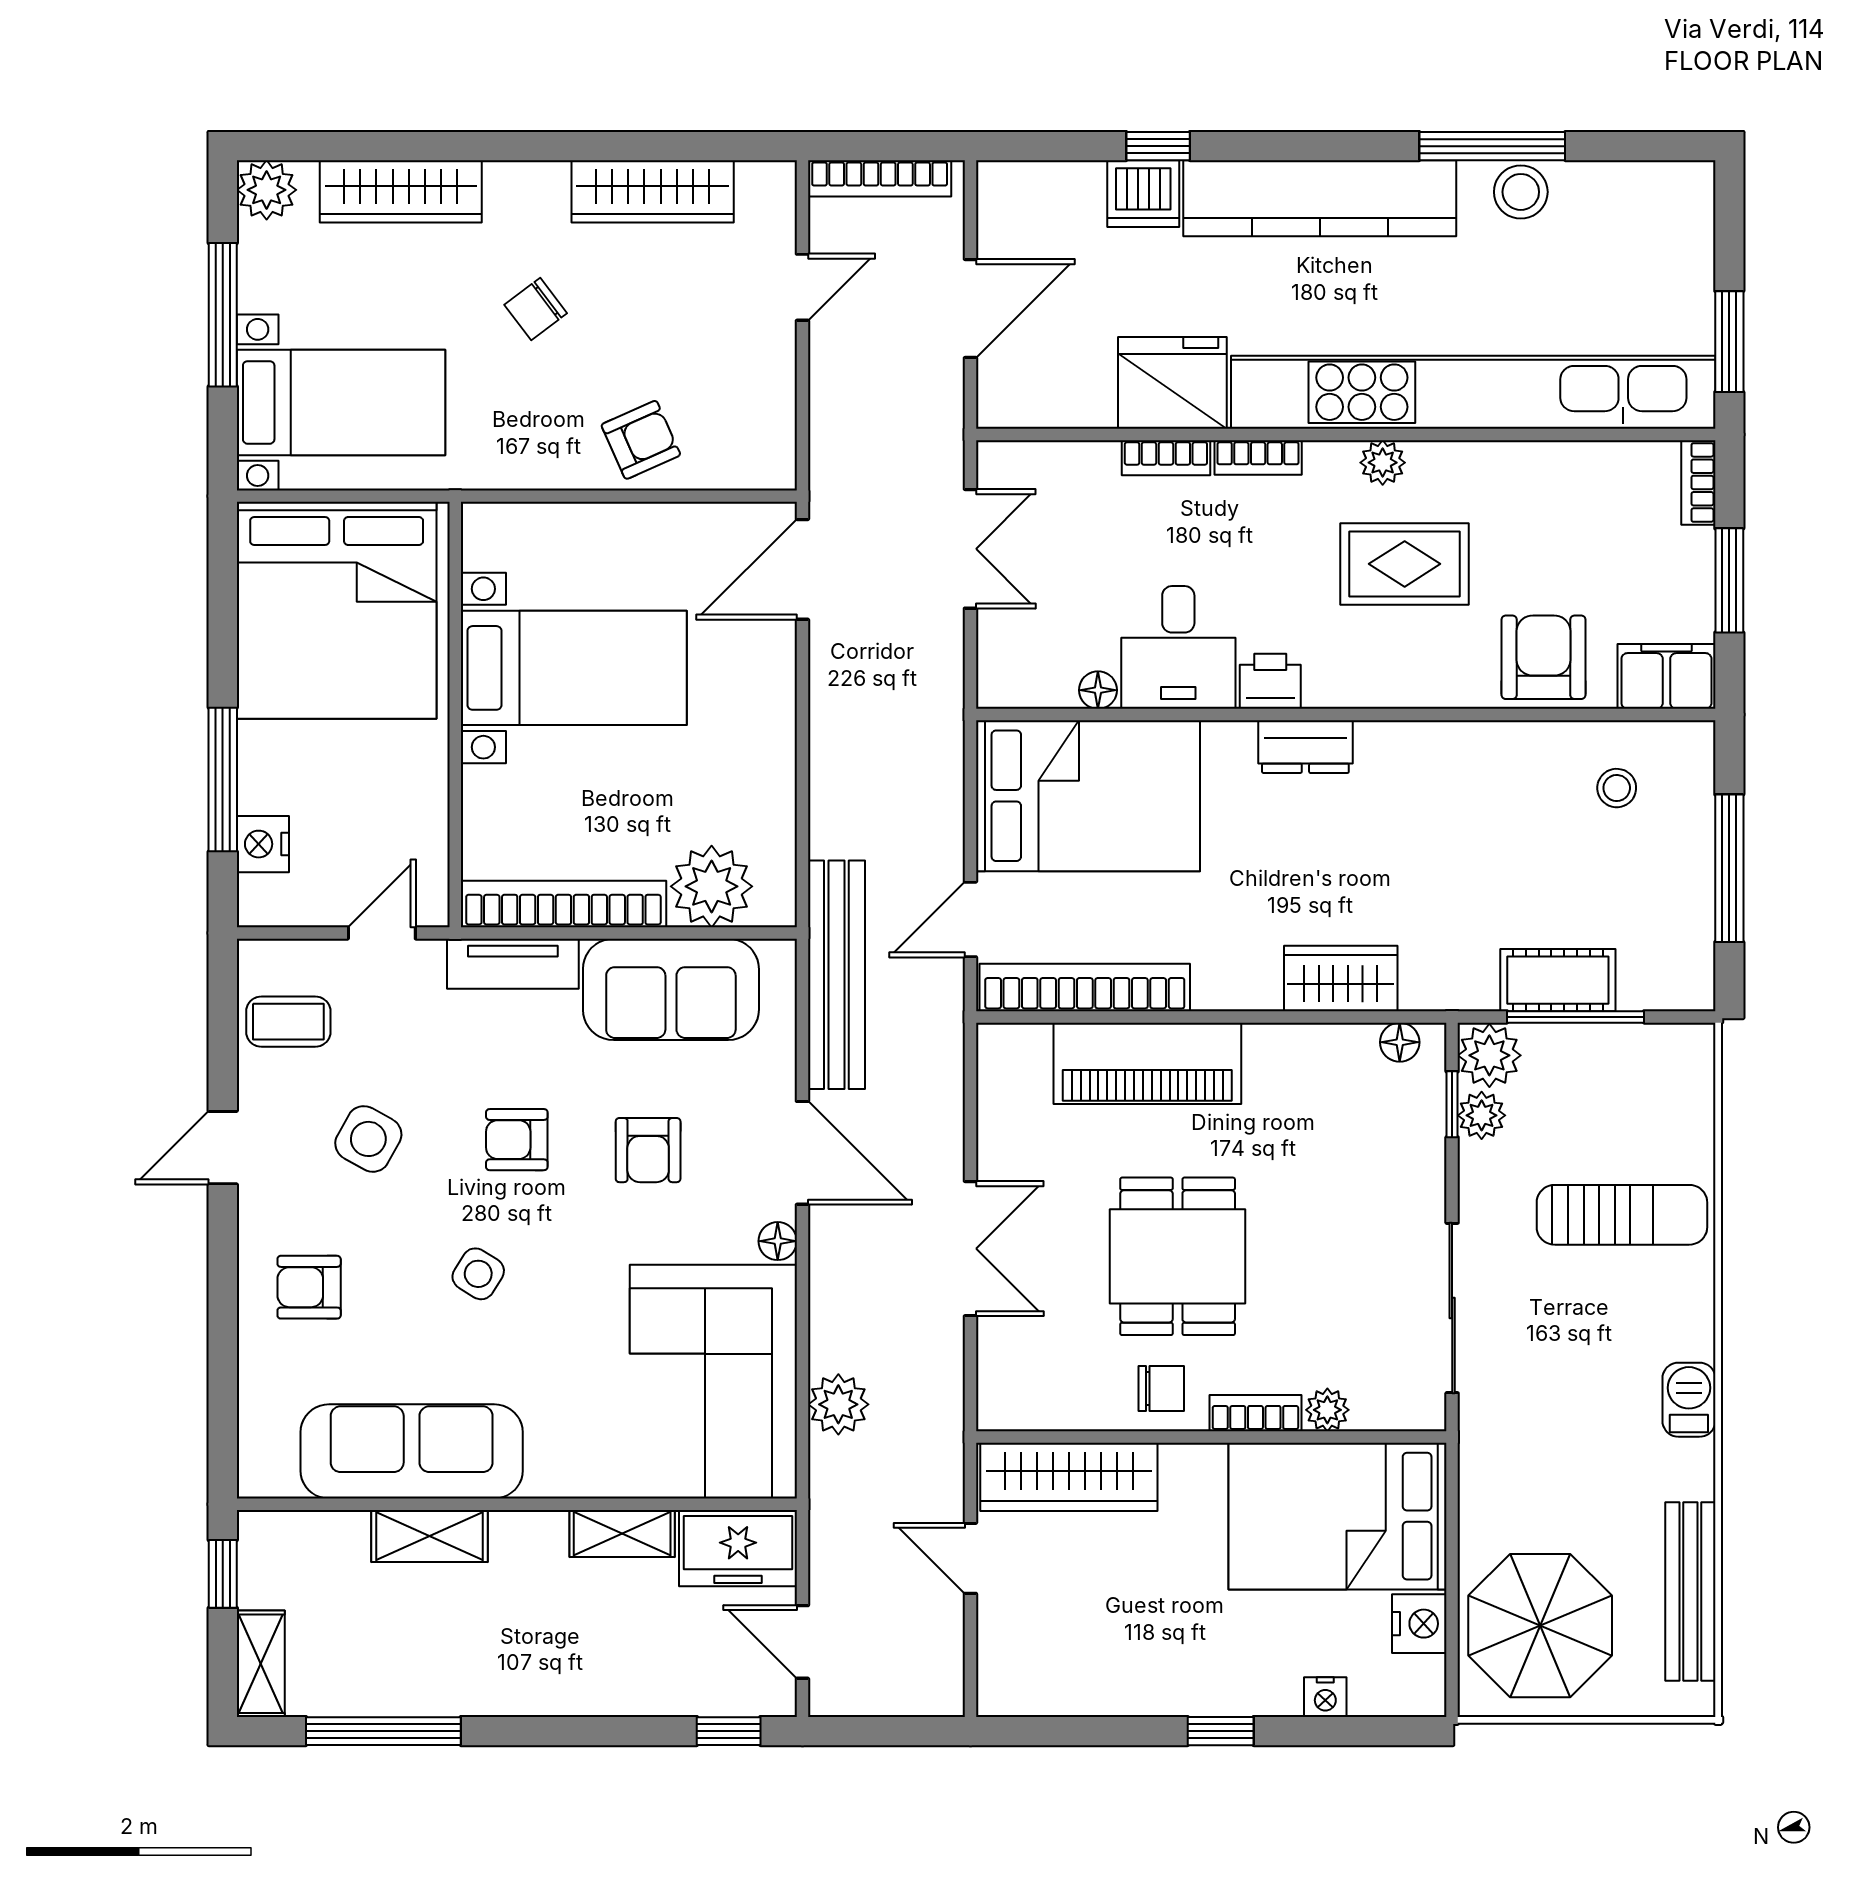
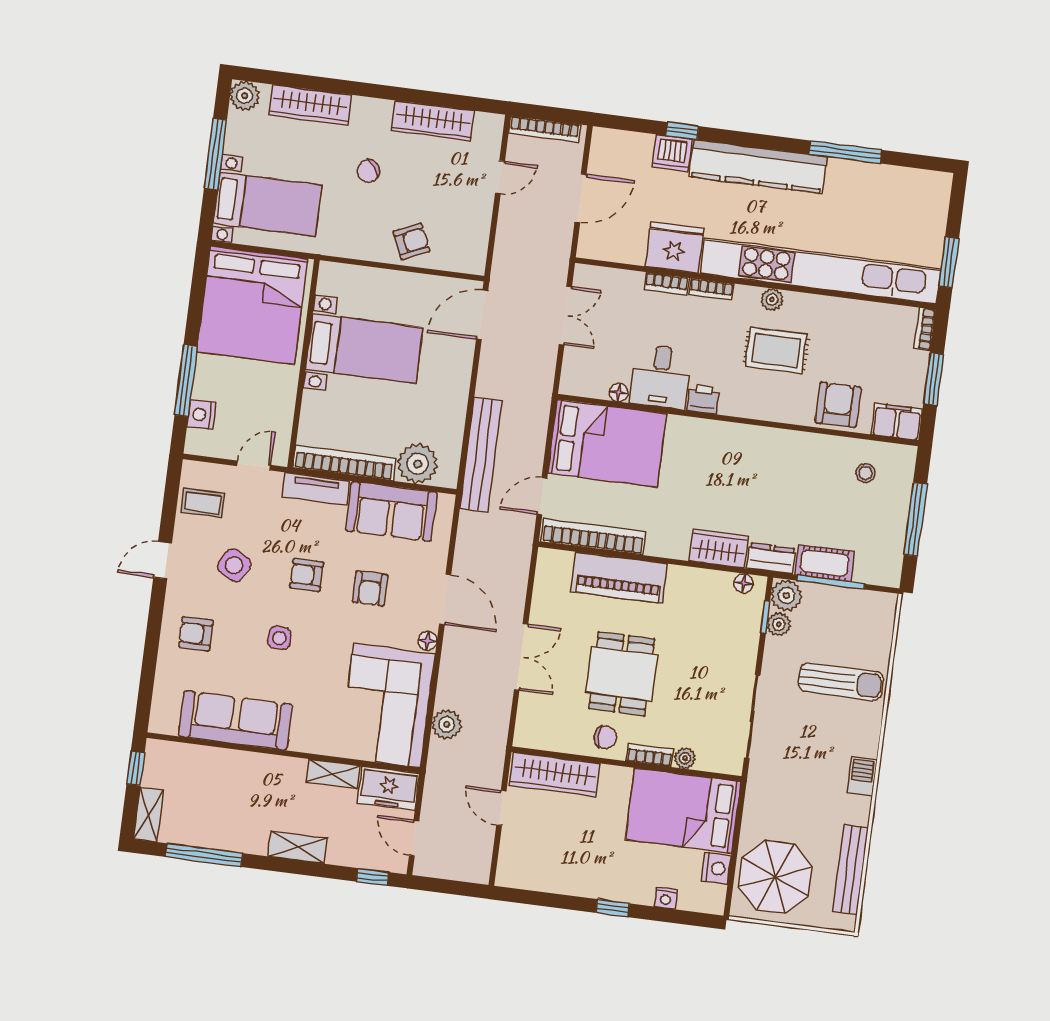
stool: (1521, 192) -> (856, 176), removed
dresser: (1305, 747) -> (771, 559), moved, turned 180
bench: (836, 975) -> (481, 455), moved
side table: (478, 1274) -> (279, 638), turned -32
shelving: (430, 1536) -> (298, 847), moved

